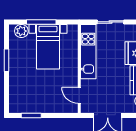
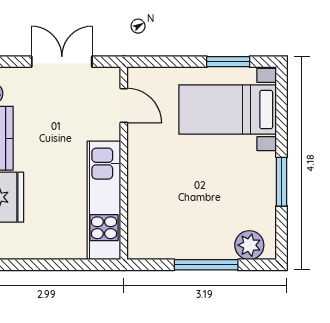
sliding door: (111, 22) -> (55, 265), removed
bed with nightstands: (48, 47) -> (228, 110), moved, turned -90

